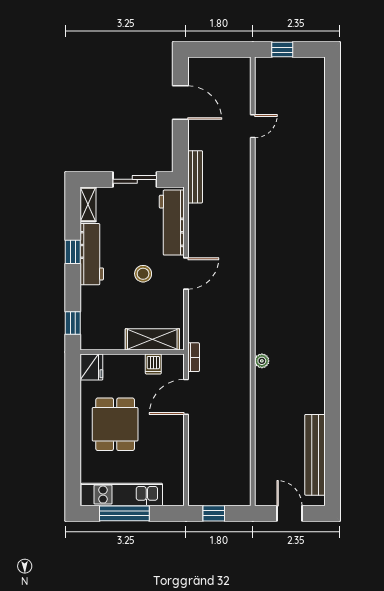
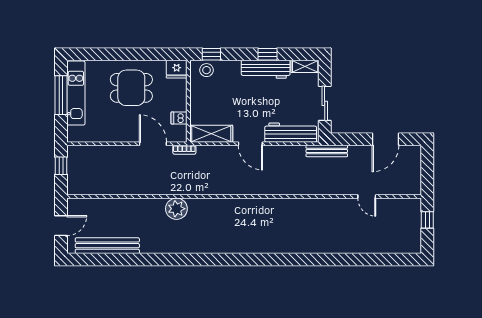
stool: (143, 274) -> (207, 70), moved
shelving: (152, 339) -> (211, 134), moved, turned 90
plant: (262, 361) -> (176, 209), width x1.88, depth x1.88

